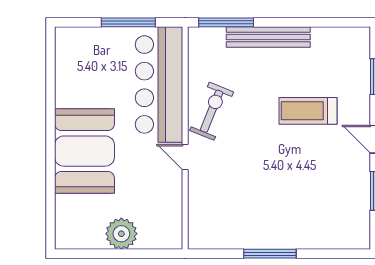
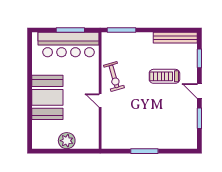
bench: (268, 37) -> (175, 38), moved
bar counter: (159, 84) -> (68, 45), moved, turned -90
exercise bike: (212, 111) -> (114, 76), turned 142

